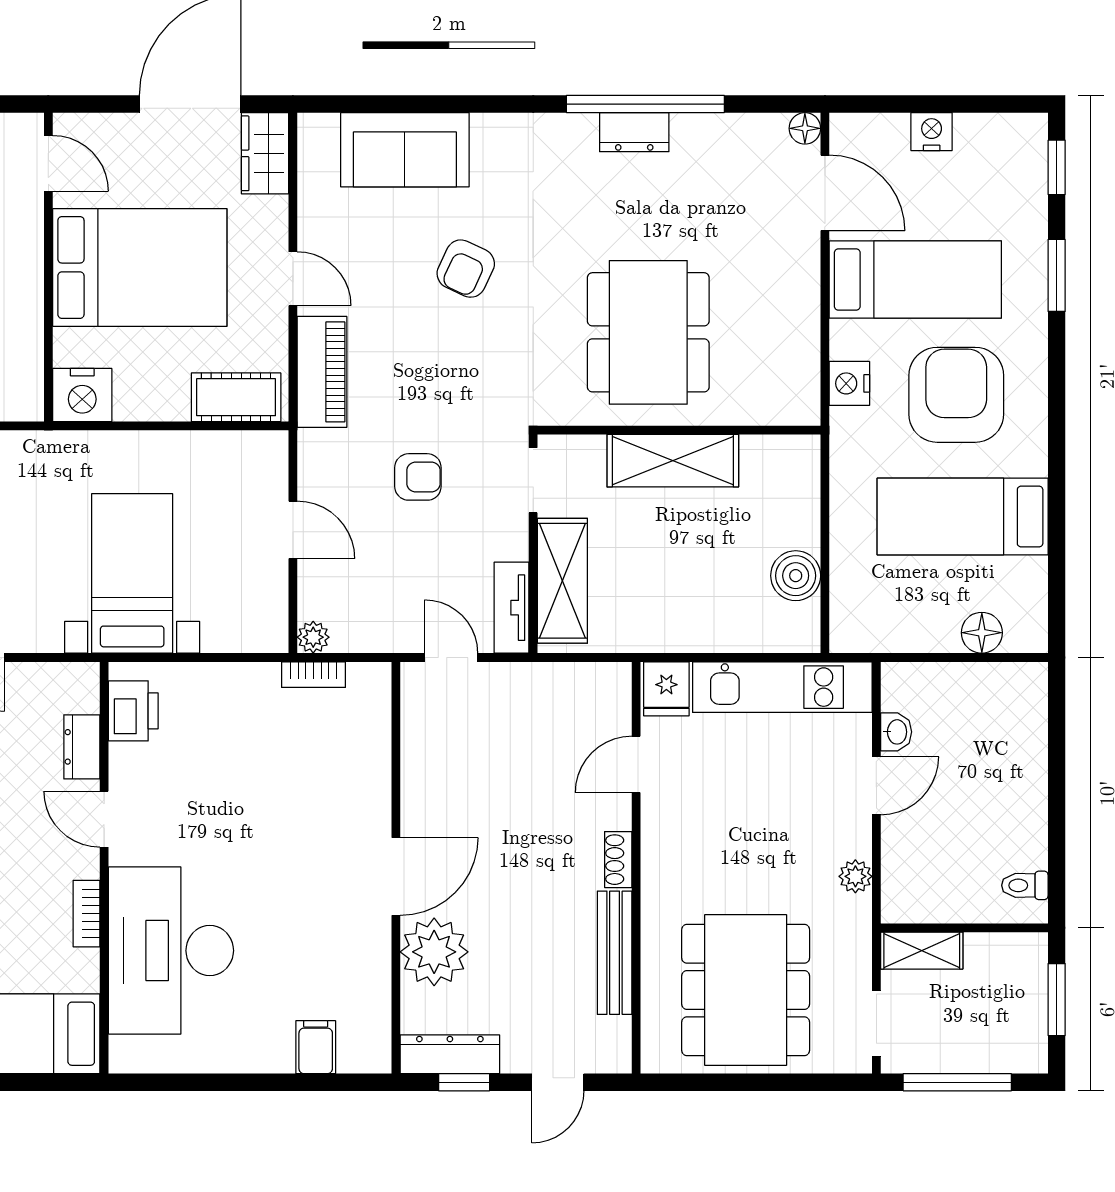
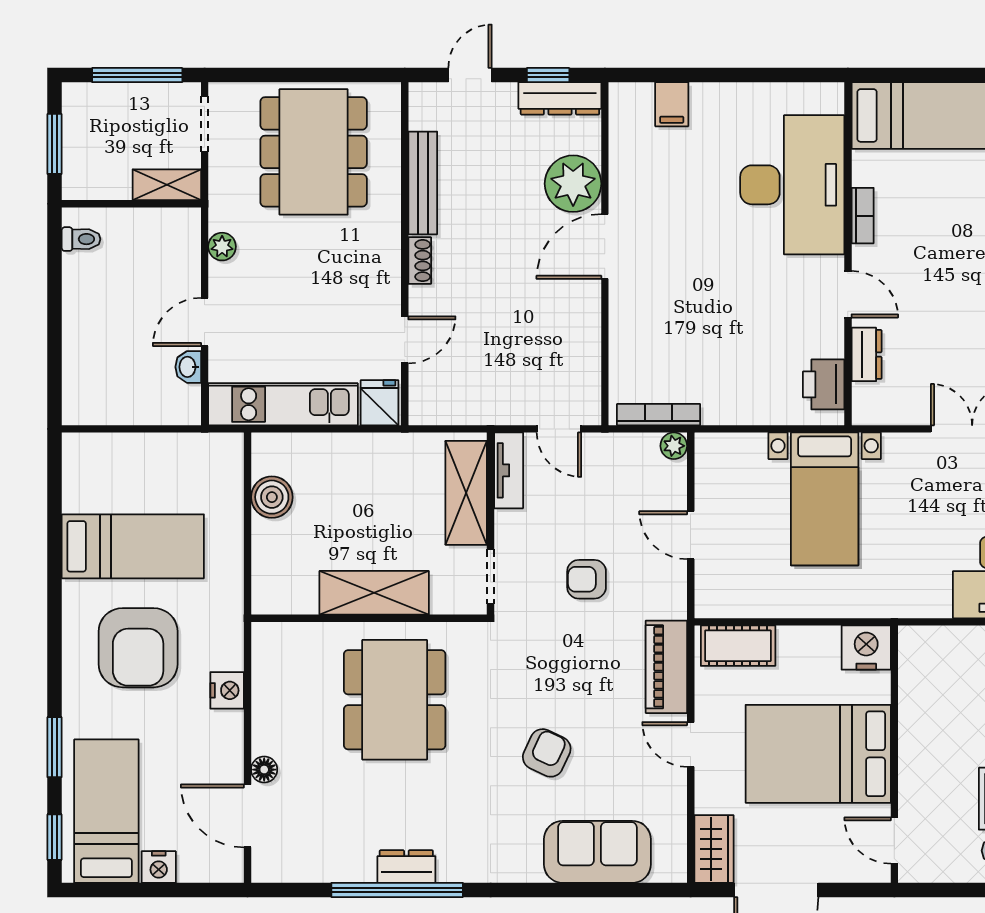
floor lamp: (805, 128) -> (264, 770), moved
bed: (915, 280) -> (106, 811), moved, turned 90
nightstand: (849, 383) -> (227, 690), moved
floor lamp: (982, 633) -> (117, 450), removed
bookcase: (313, 675) -> (659, 415), width x1.56

